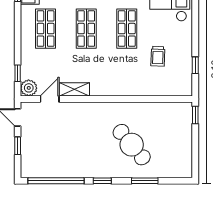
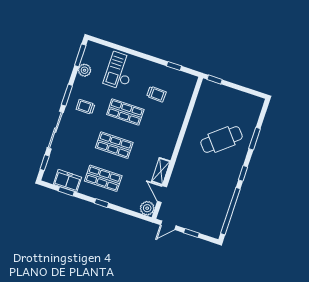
window: (18, 73) -> (102, 203), moved

